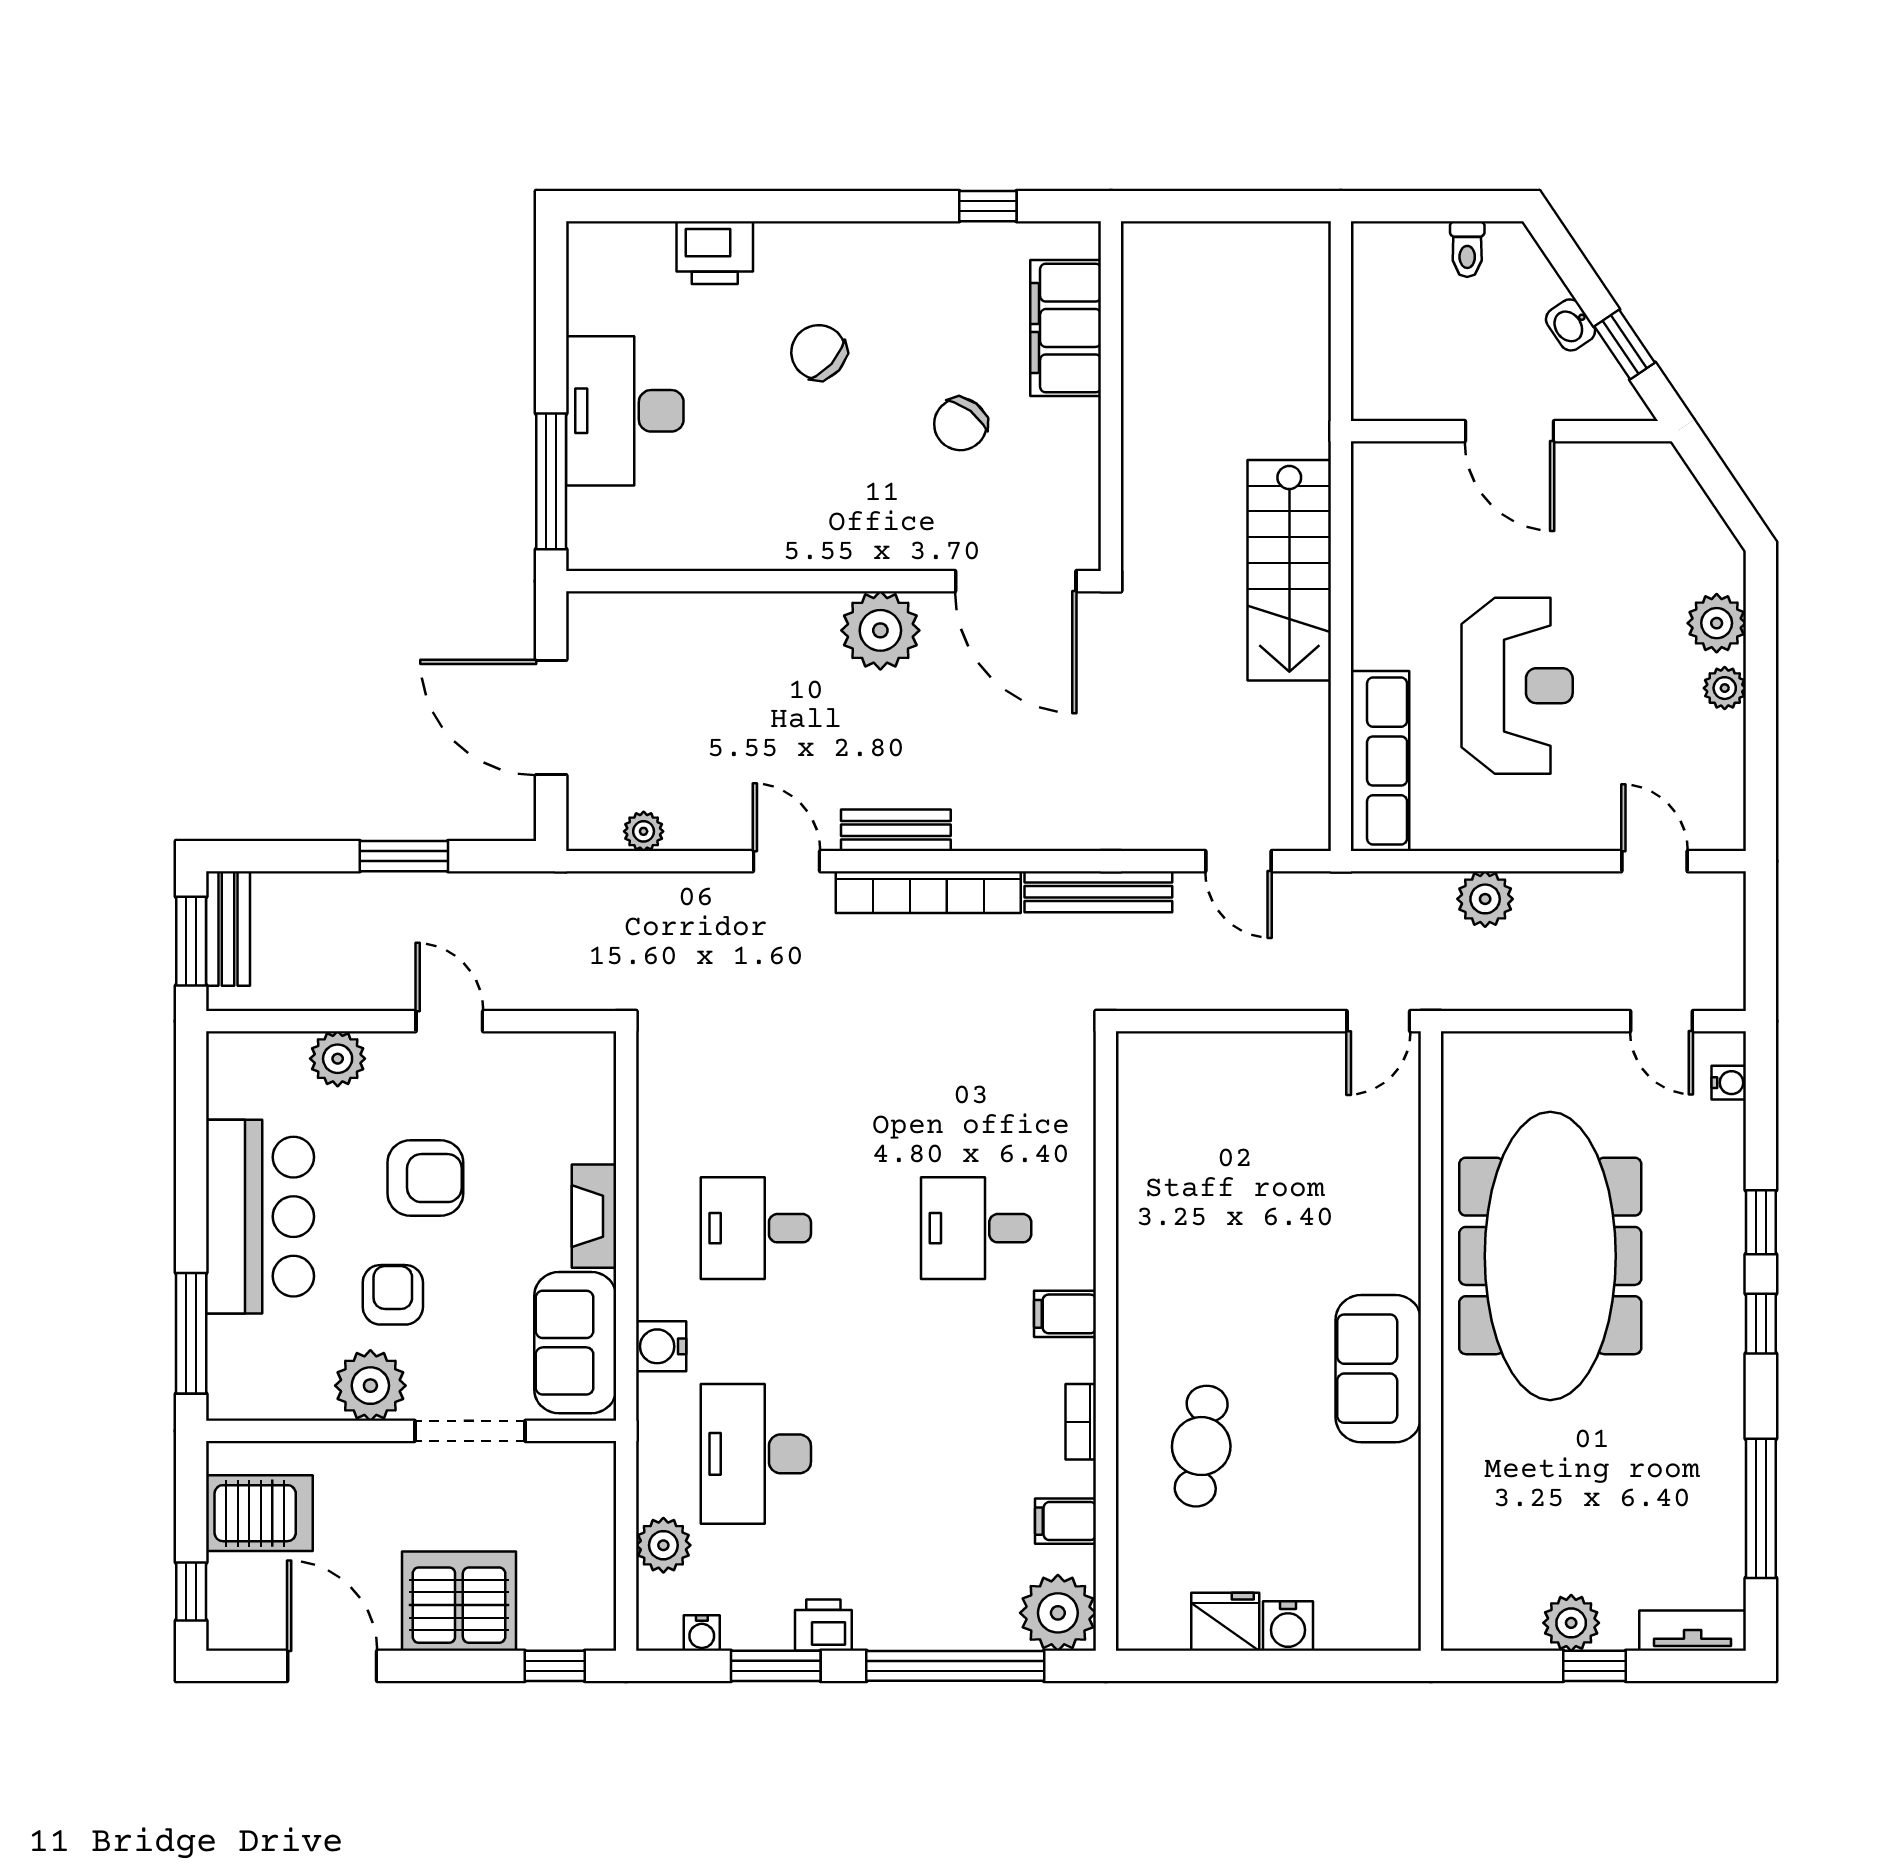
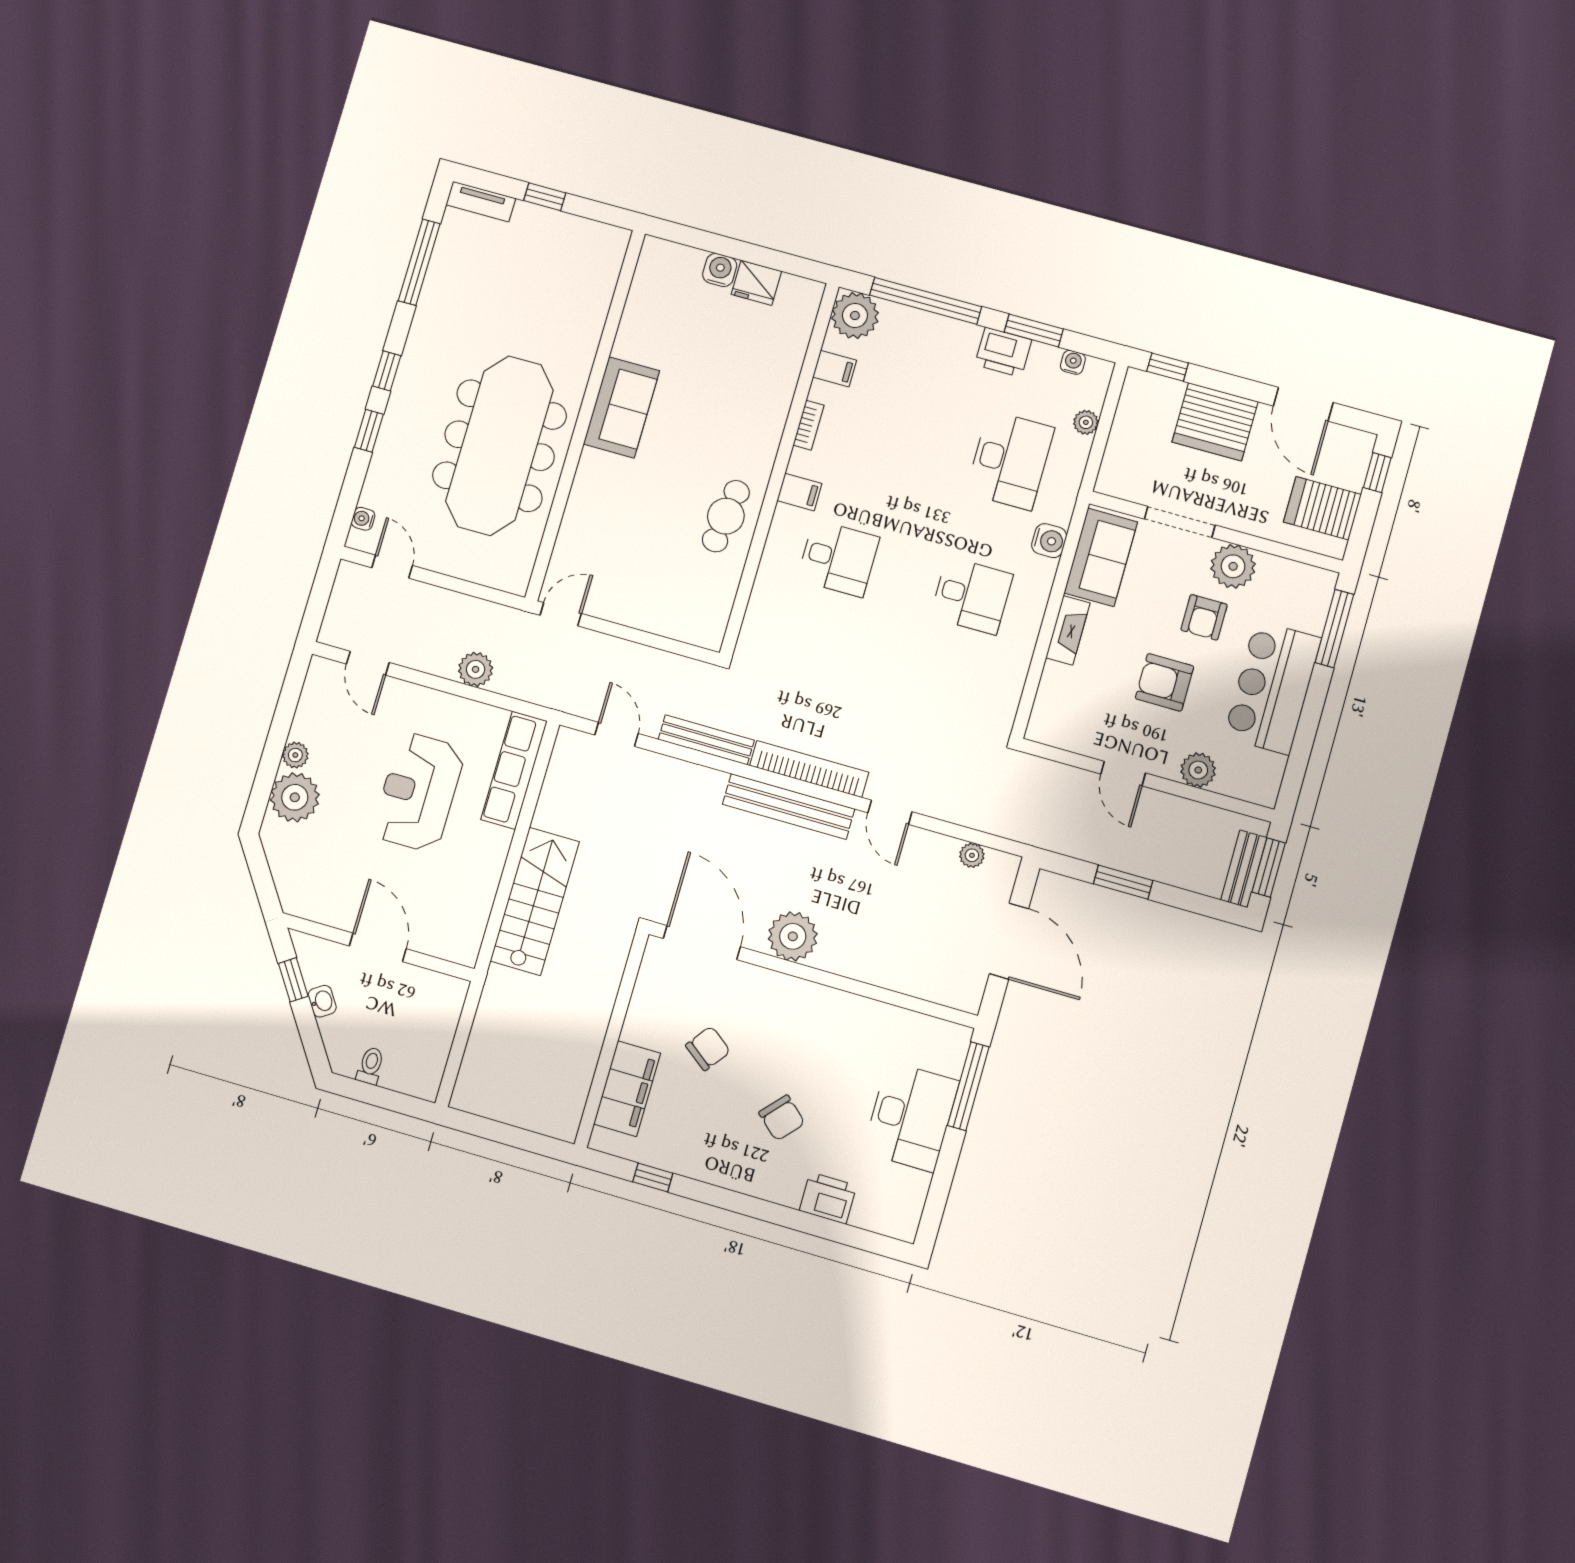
plant: (1717, 623) -> (295, 797), width x1.36, depth x1.36
bench: (896, 830) -> (789, 807), width x1.86, depth x1.21
cafe table: (1201, 1446) -> (726, 516), moved
plant: (663, 1545) -> (1086, 422), width x0.73, depth x0.73
plant: (1571, 1623) -> (551, 226), removed
printer: (823, 1625) -> (1003, 352), width x1.36, depth x1.24

